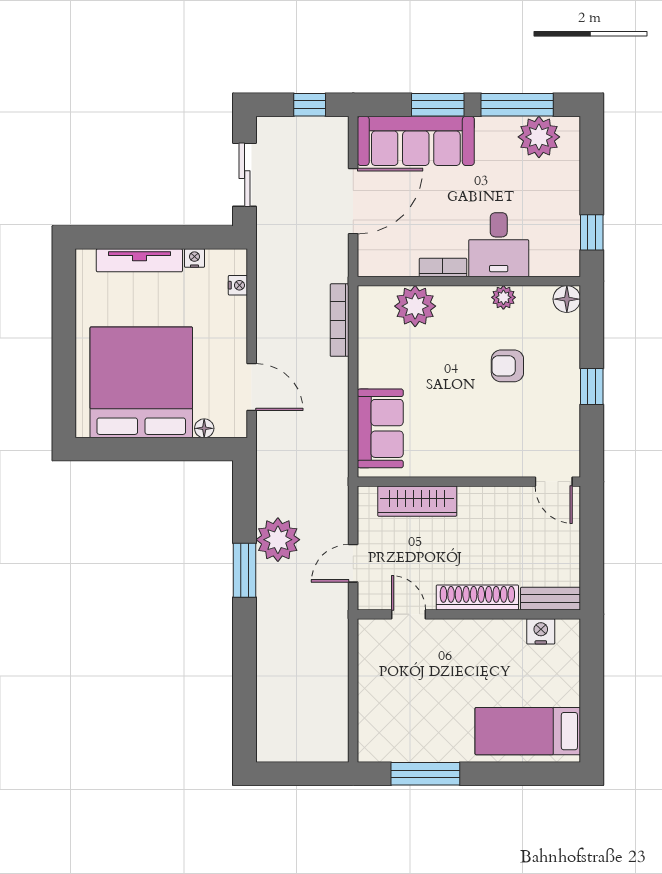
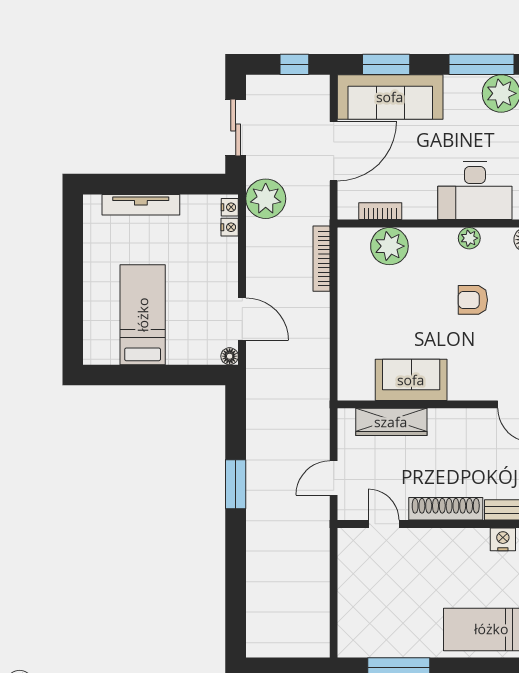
window: (438, 105) -> (386, 64), moved
desk: (499, 245) -> (475, 191), width x1.37
nightstand: (194, 258) -> (230, 207), moved, turned 90
bookcase: (443, 268) -> (380, 211), moved
bed: (141, 382) -> (143, 315), width x0.49
floor lamp: (204, 428) -> (230, 356), moved
sofa: (380, 428) -> (411, 380), moved, turned -90
plant: (278, 540) -> (266, 199), moved

